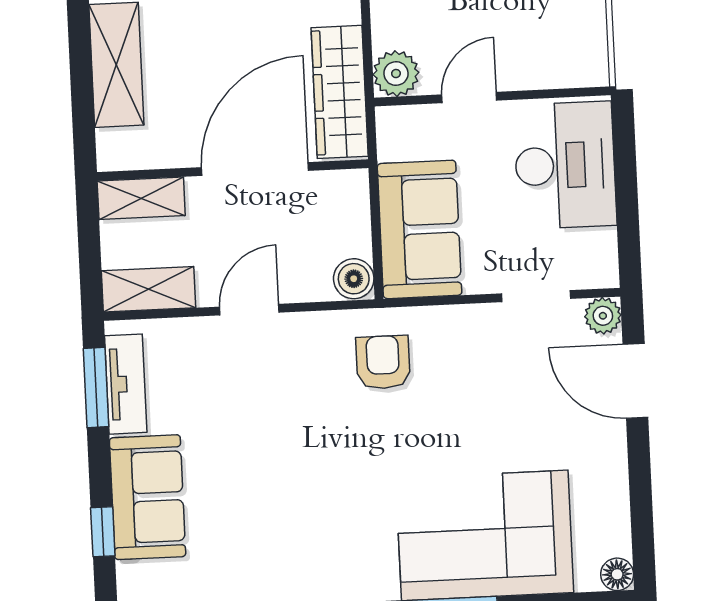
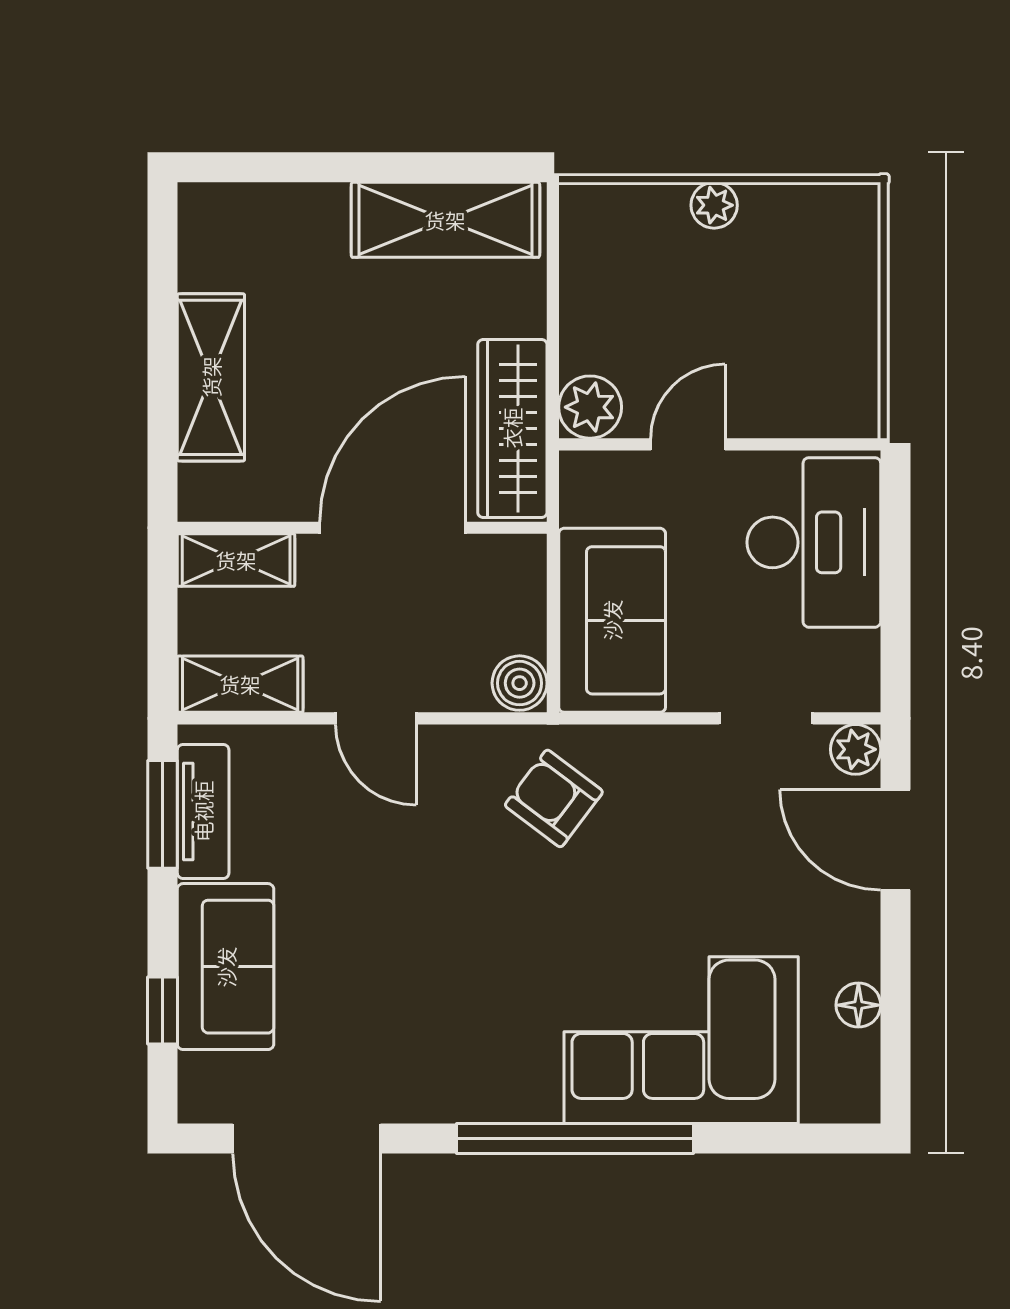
door: (249, 310) -> (376, 718), swing flipped
armchair: (383, 362) -> (554, 798), turned -53
floor lamp: (617, 574) -> (858, 1005), moved

